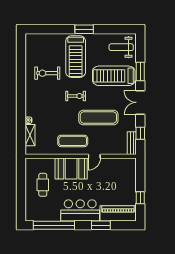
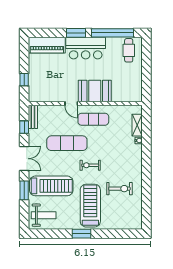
door: (94, 156) -> (71, 104), swing flipped
cafe table: (43, 185) -> (129, 50), moved
window: (140, 198) -> (24, 80), moved
window: (101, 225) -> (76, 33), moved

